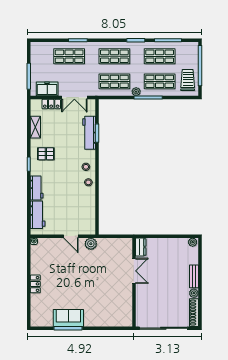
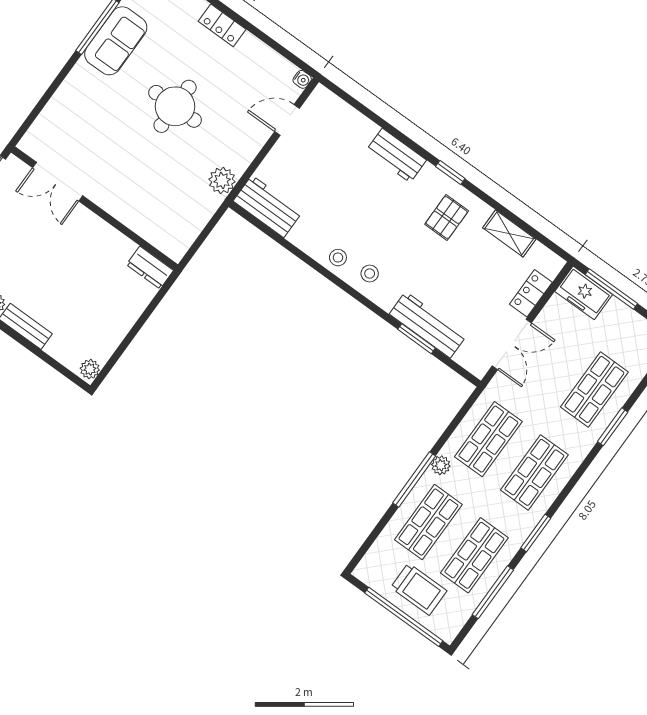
trolley: (188, 80) -> (419, 589), moved
freezer: (47, 89) -> (584, 293), moved, turned 90
double door: (74, 98) -> (512, 344), swing flipped
workbench: (38, 215) -> (268, 206), moved, turned 180
door: (71, 236) -> (287, 120), moved
double door: (134, 271) -> (58, 182), moved
round table: (76, 280) -> (175, 106), added

